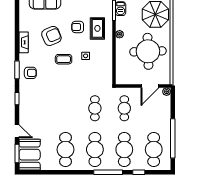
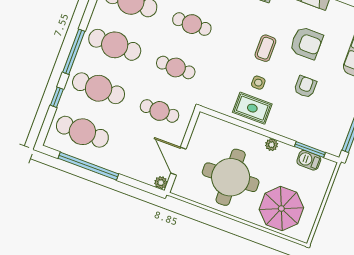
rug: (97, 28) -> (252, 108), moved
armchair: (51, 36) -> (306, 43), turned -67
cafe table: (65, 108) -> (192, 24), added

